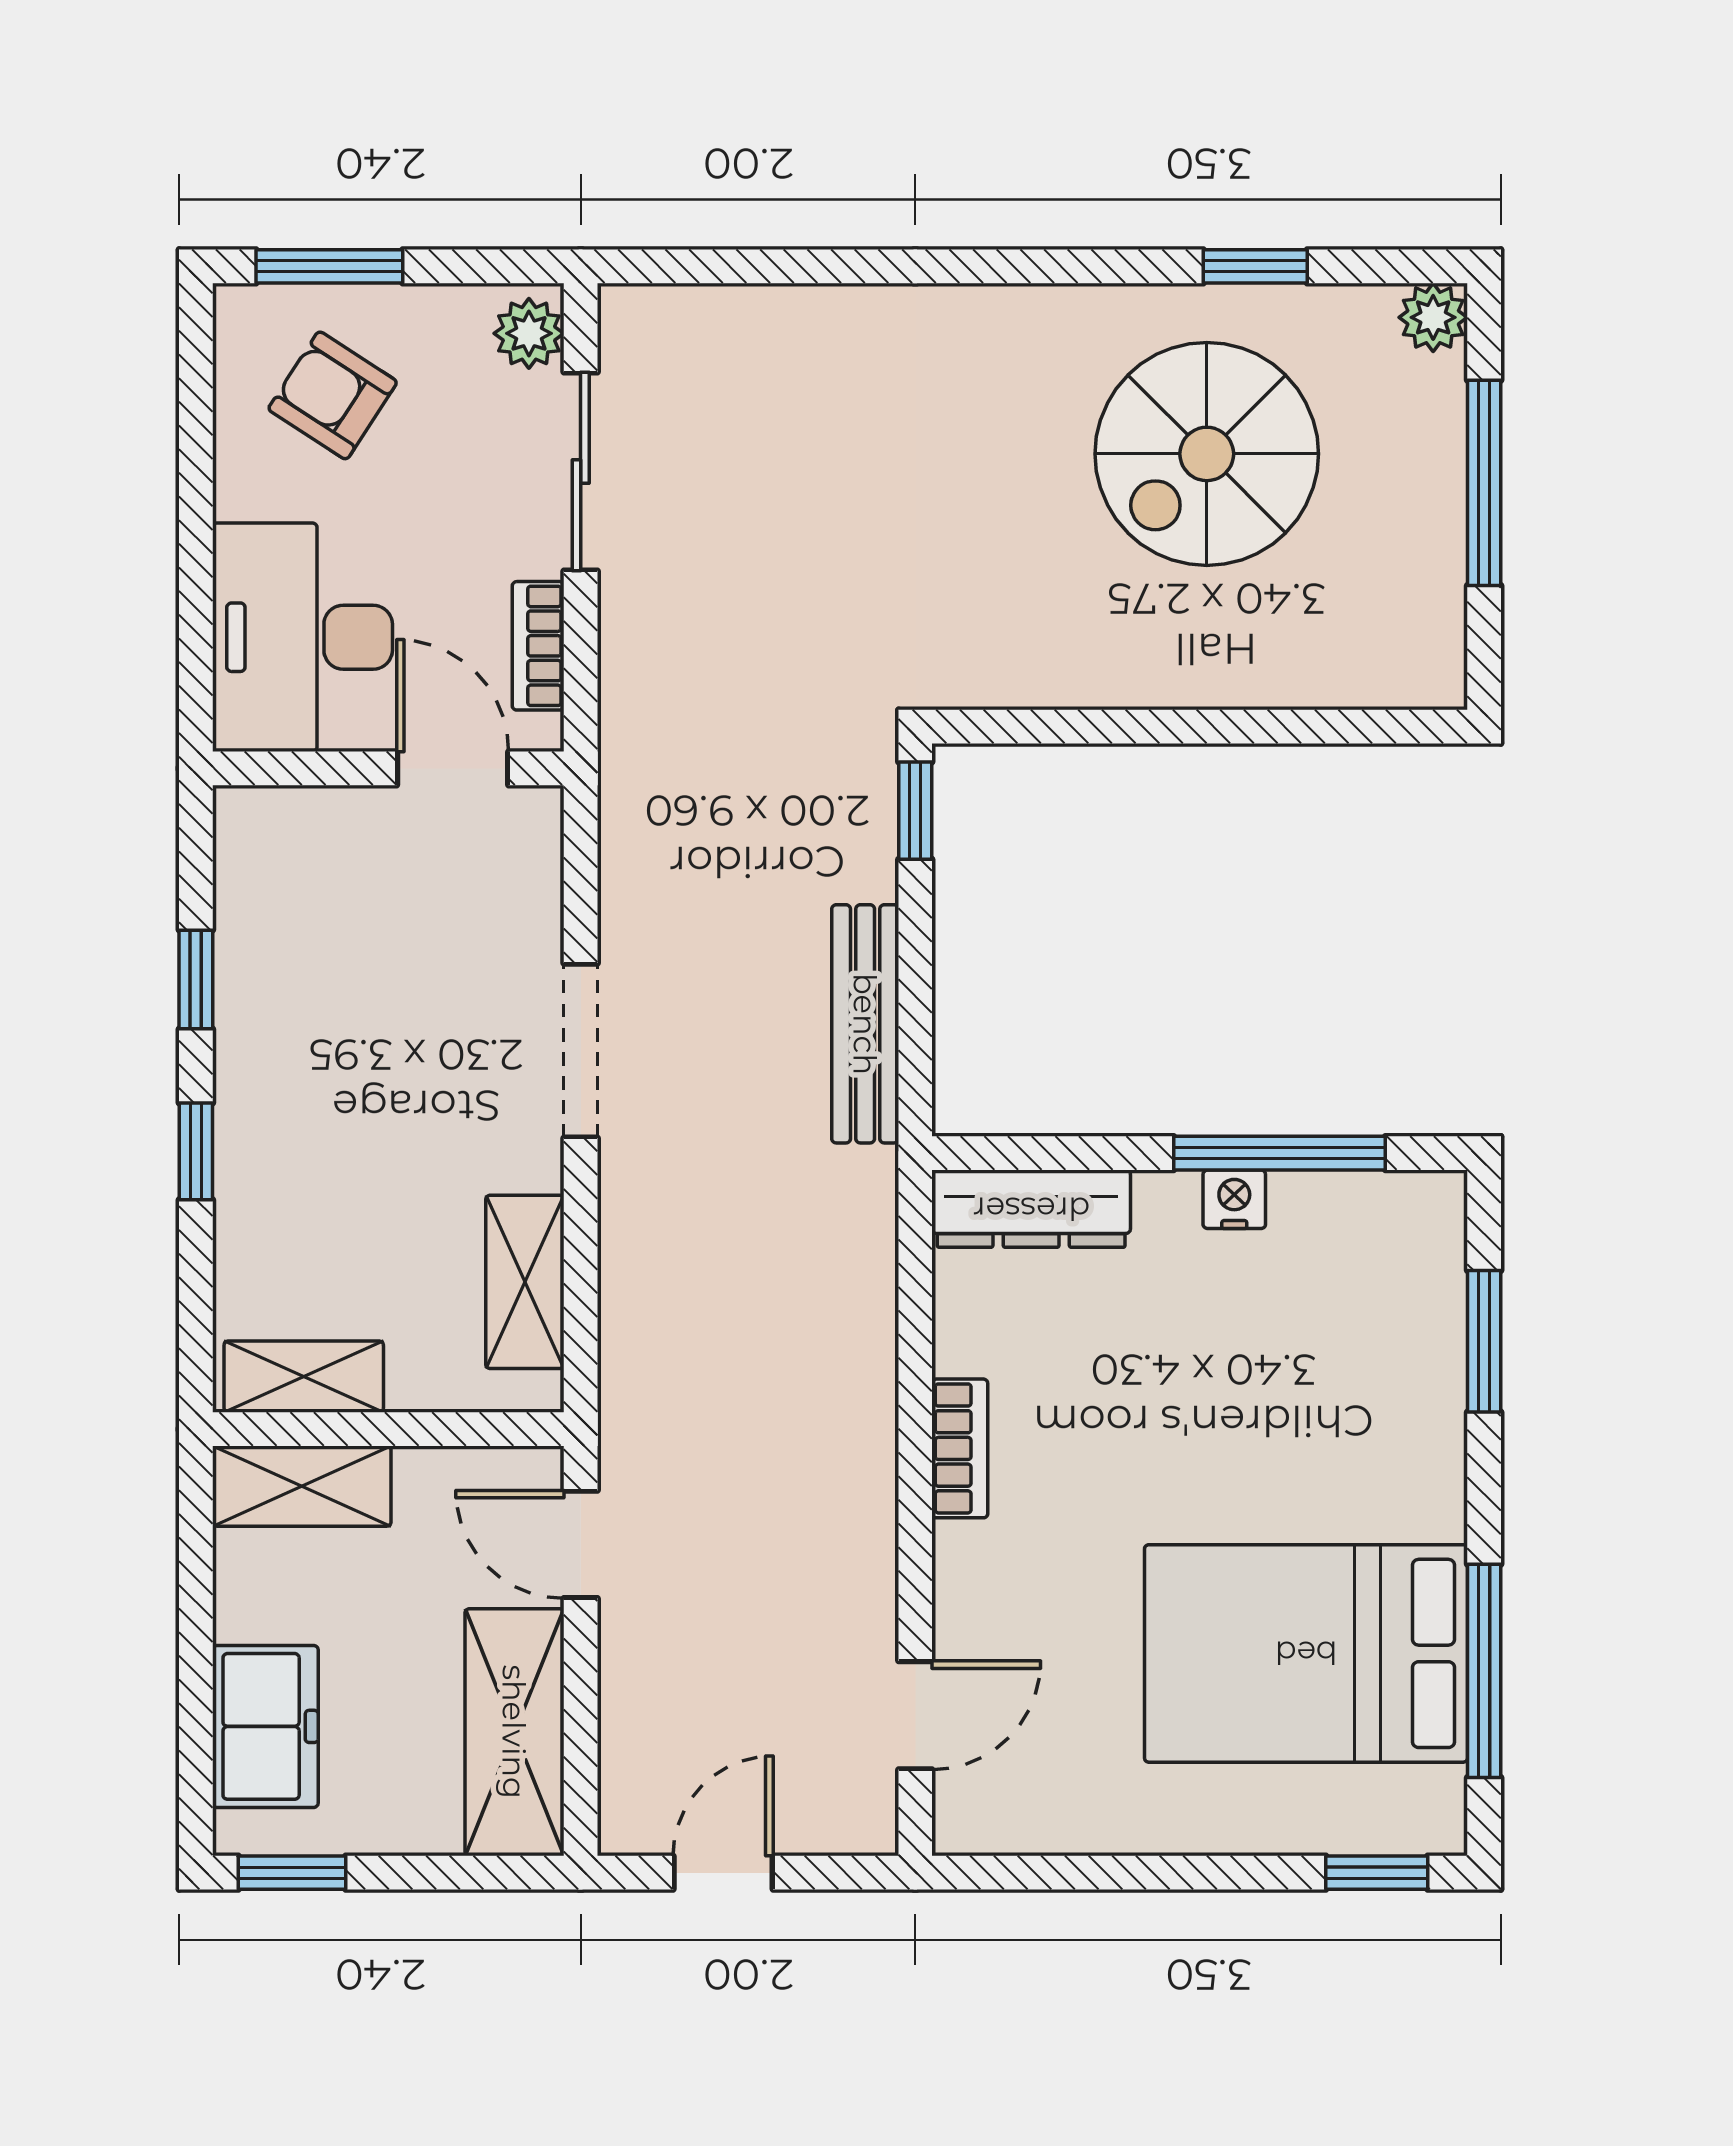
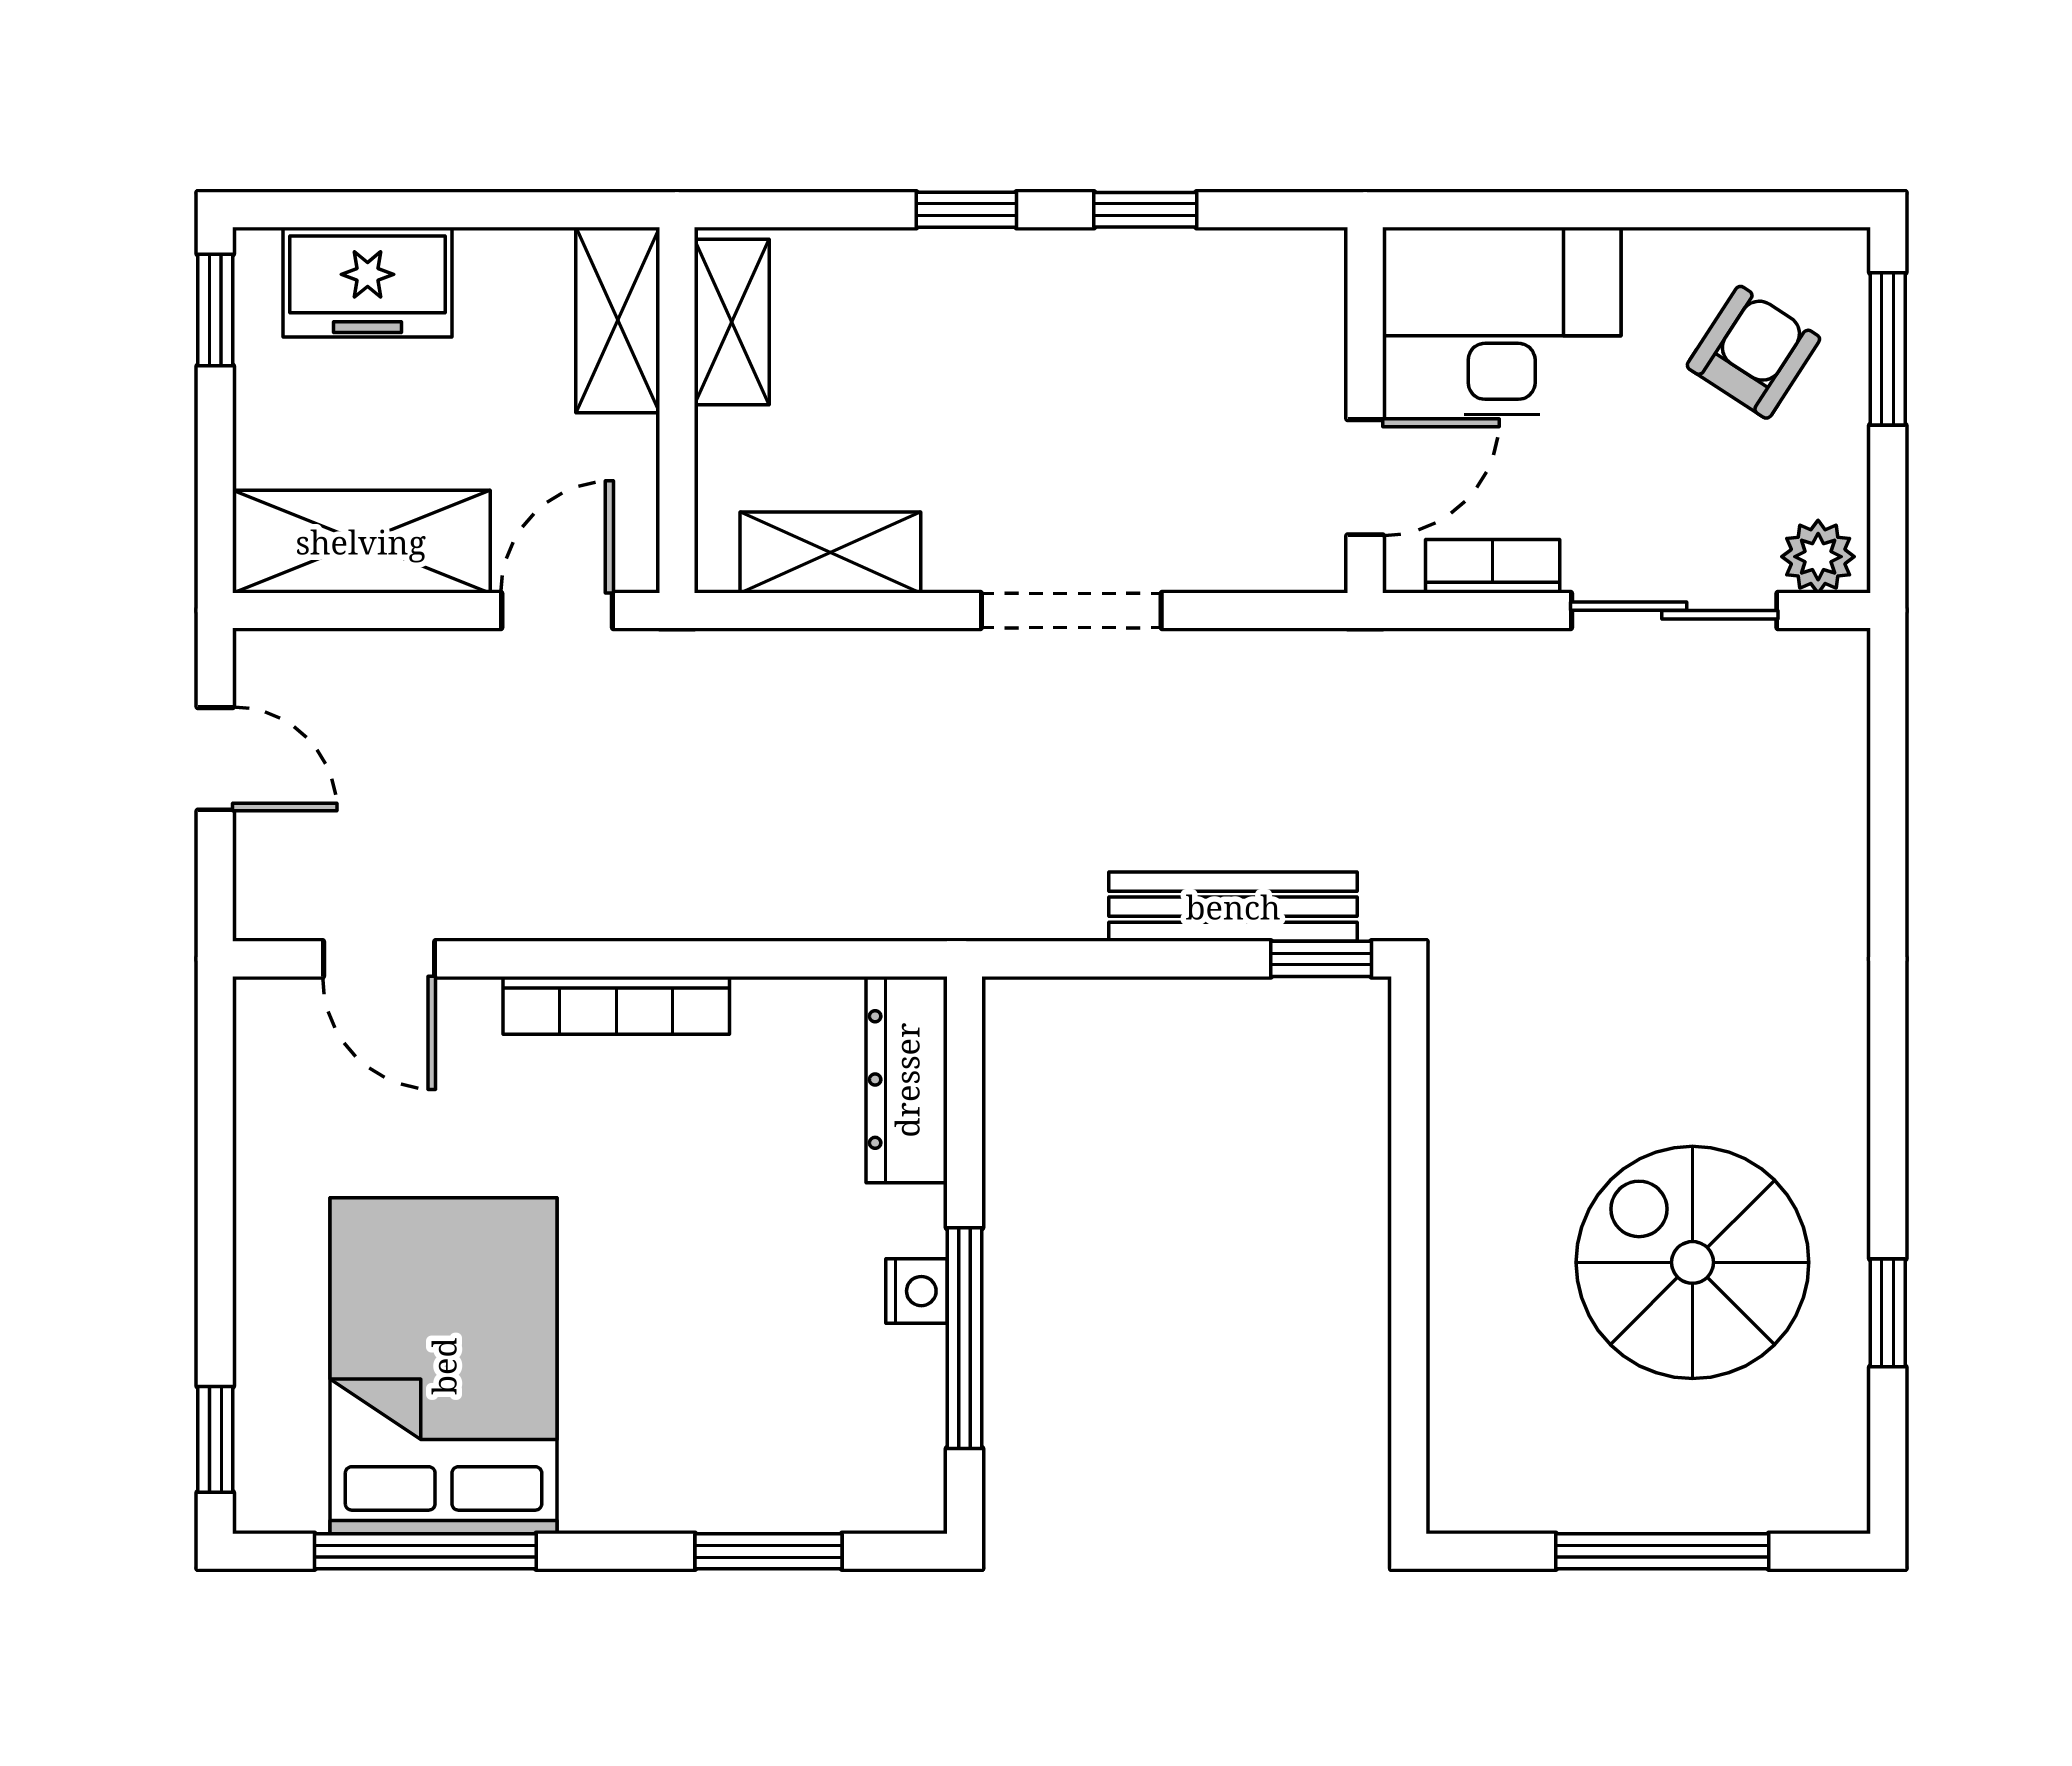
plant: (1433, 317) -> (1835, 1498), removed
bench: (865, 1024) -> (1233, 907), moved
bookcase: (960, 1448) -> (616, 1005), width x1.56

